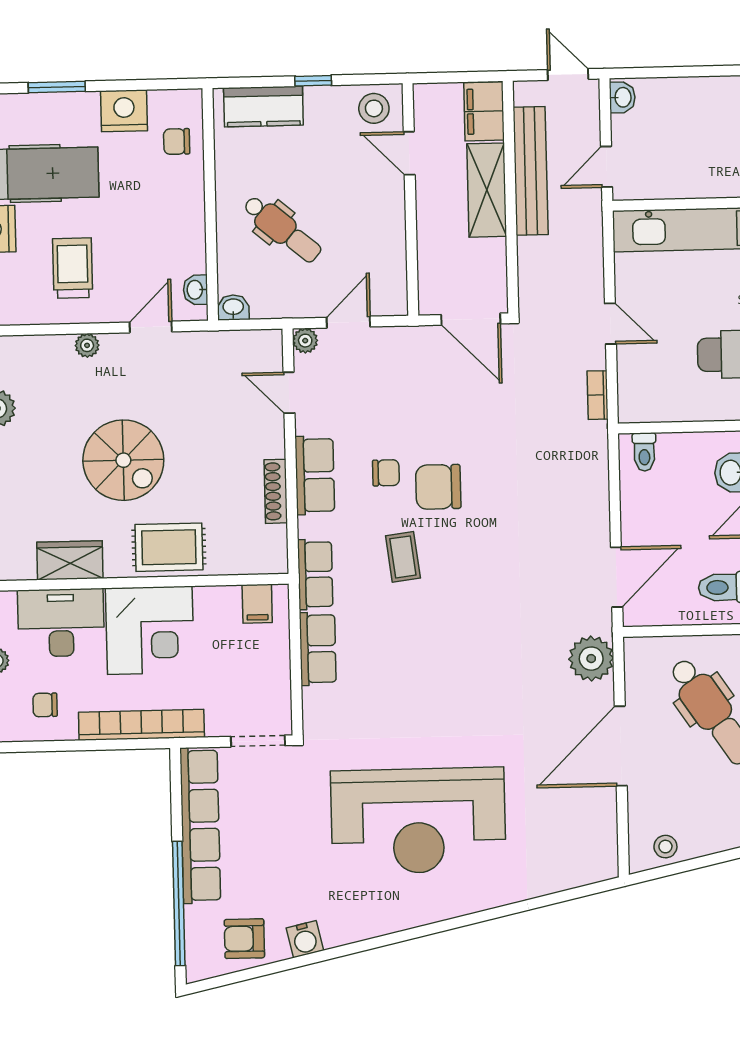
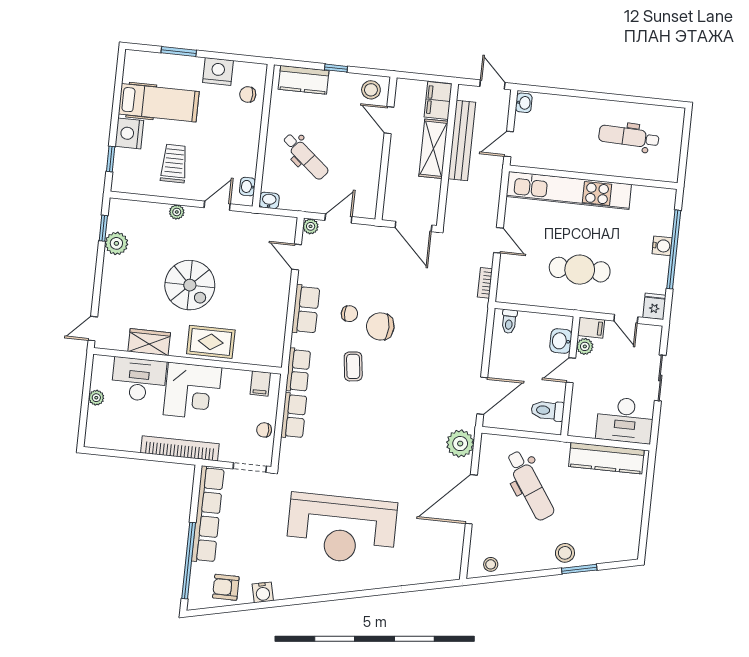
shoe rack: (276, 491) -> (281, 316), removed
chair: (45, 705) -> (264, 430), moved

